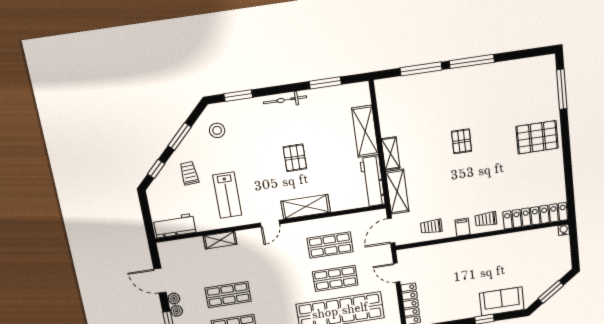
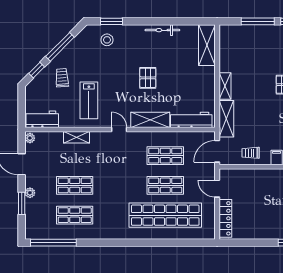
window: (325, 83) -> (181, 21), removed
bicycle: (285, 100) -> (162, 30), moved
stool: (217, 130) -> (107, 40), moved
shelving: (365, 131) -> (207, 45), moved
window: (180, 136) -> (60, 47), width x1.44
workbench: (373, 181) -> (191, 120), moved, turned 90
door: (270, 223) -> (119, 129), swing flipped
plant: (174, 299) -> (30, 138), moved

